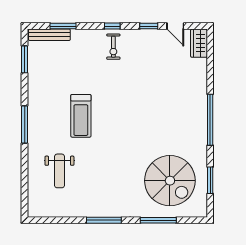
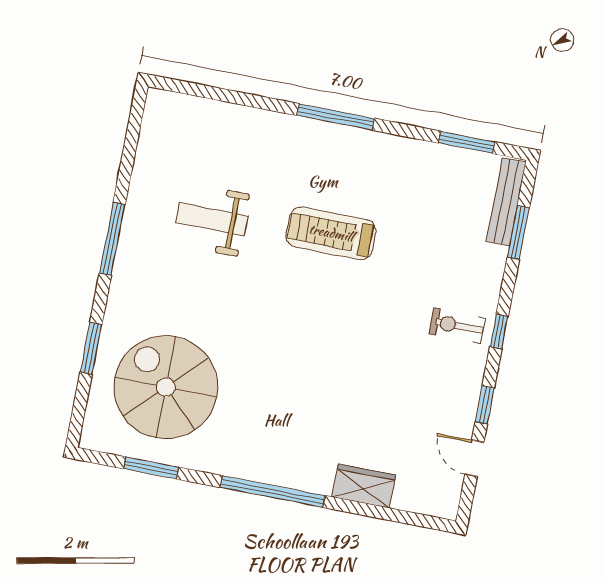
door: (175, 26) -> (474, 458), hinge flipped
wardrobe: (199, 43) -> (364, 486), moved
weight bench: (59, 171) -> (212, 219), moved
spiral stairs: (170, 181) -> (166, 387), turned 90
window: (158, 220) -> (91, 348), width x0.69

